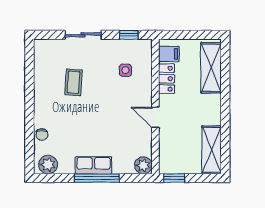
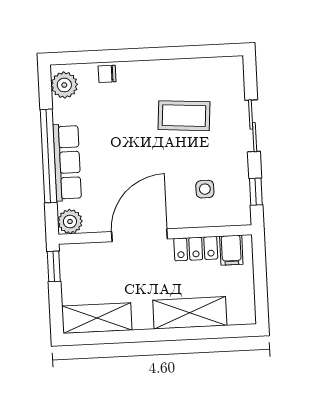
shelving: (211, 68) -> (190, 313), moved
coffee table: (74, 82) -> (184, 116), width x1.36, depth x1.30
door: (155, 117) -> (139, 235), width x1.88
row of seats: (93, 165) -> (67, 162), width x1.48
window: (97, 178) -> (48, 156), width x1.46

